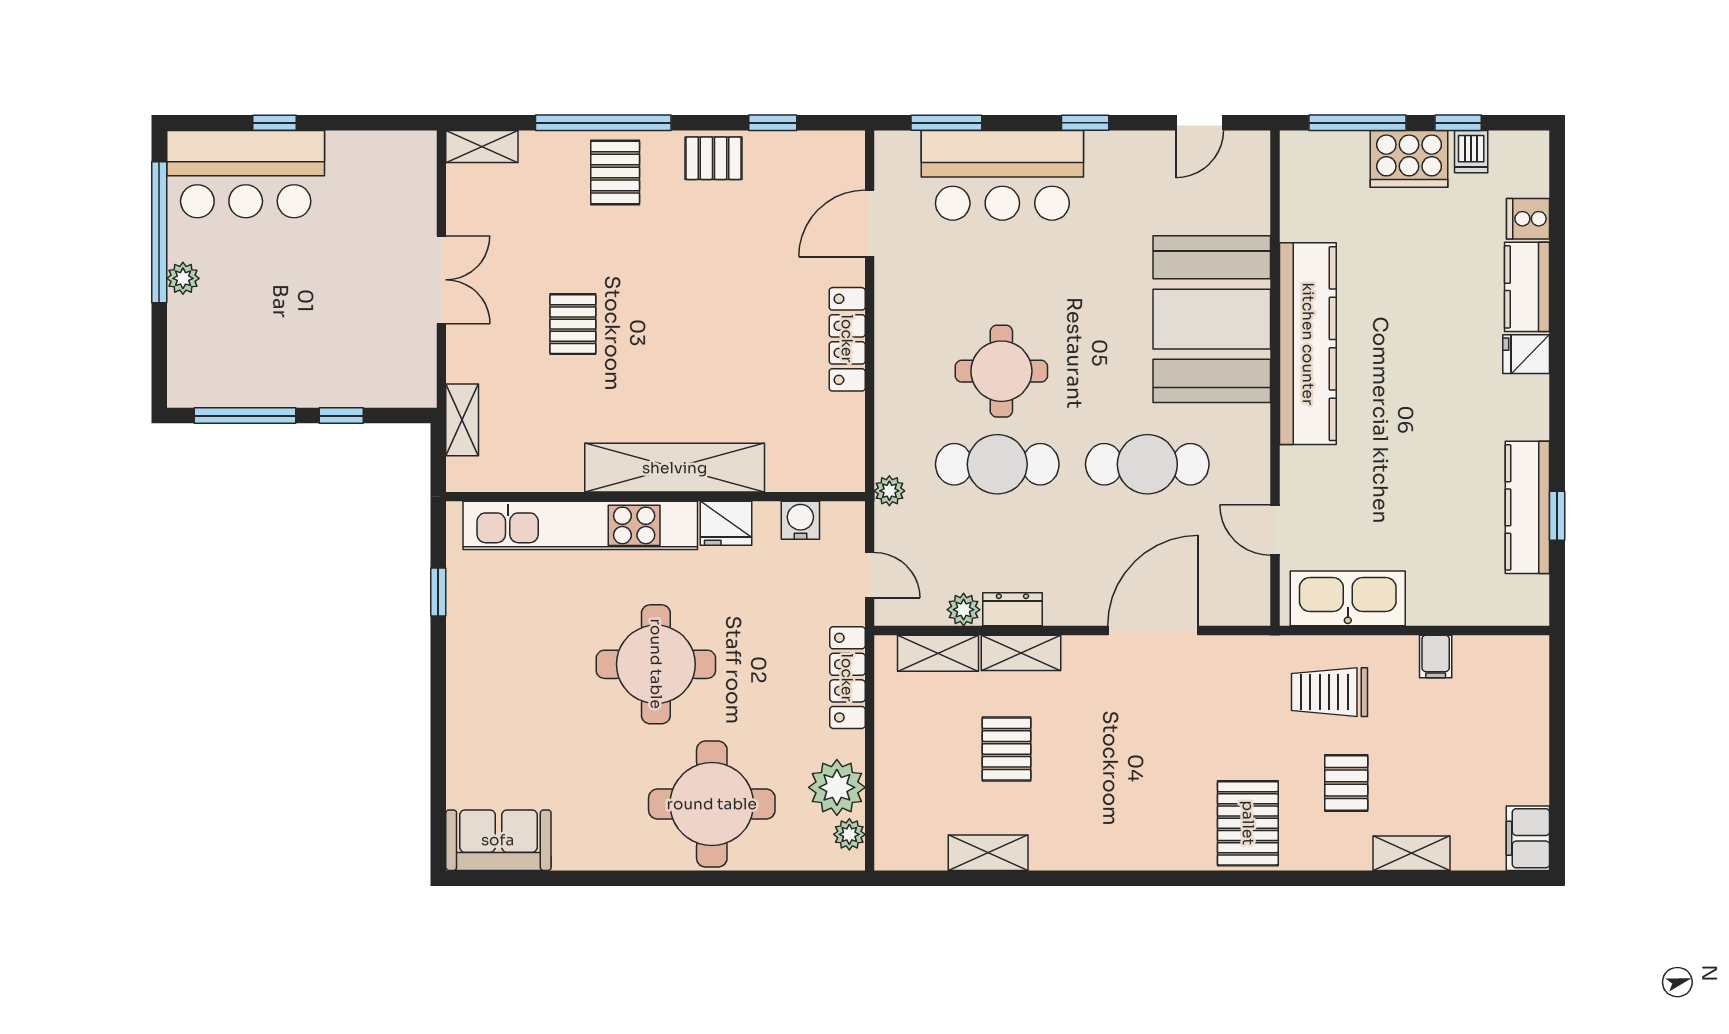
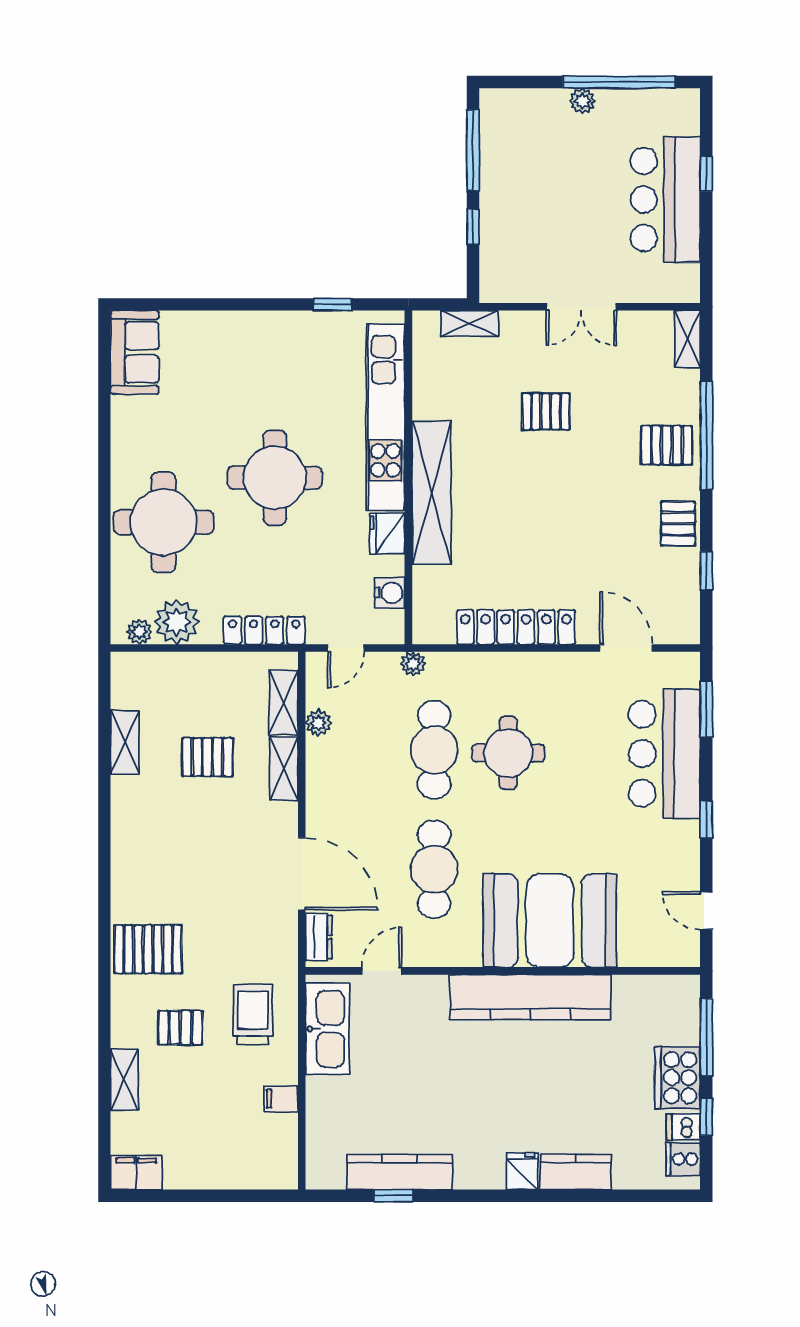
bar counter: (246, 174) -> (665, 199), moved
cooker: (1528, 219) -> (683, 1159), moved, turned -90
locker: (847, 339) -> (516, 627), width x1.41, depth x1.21
dresser: (1012, 609) -> (319, 937), moved

